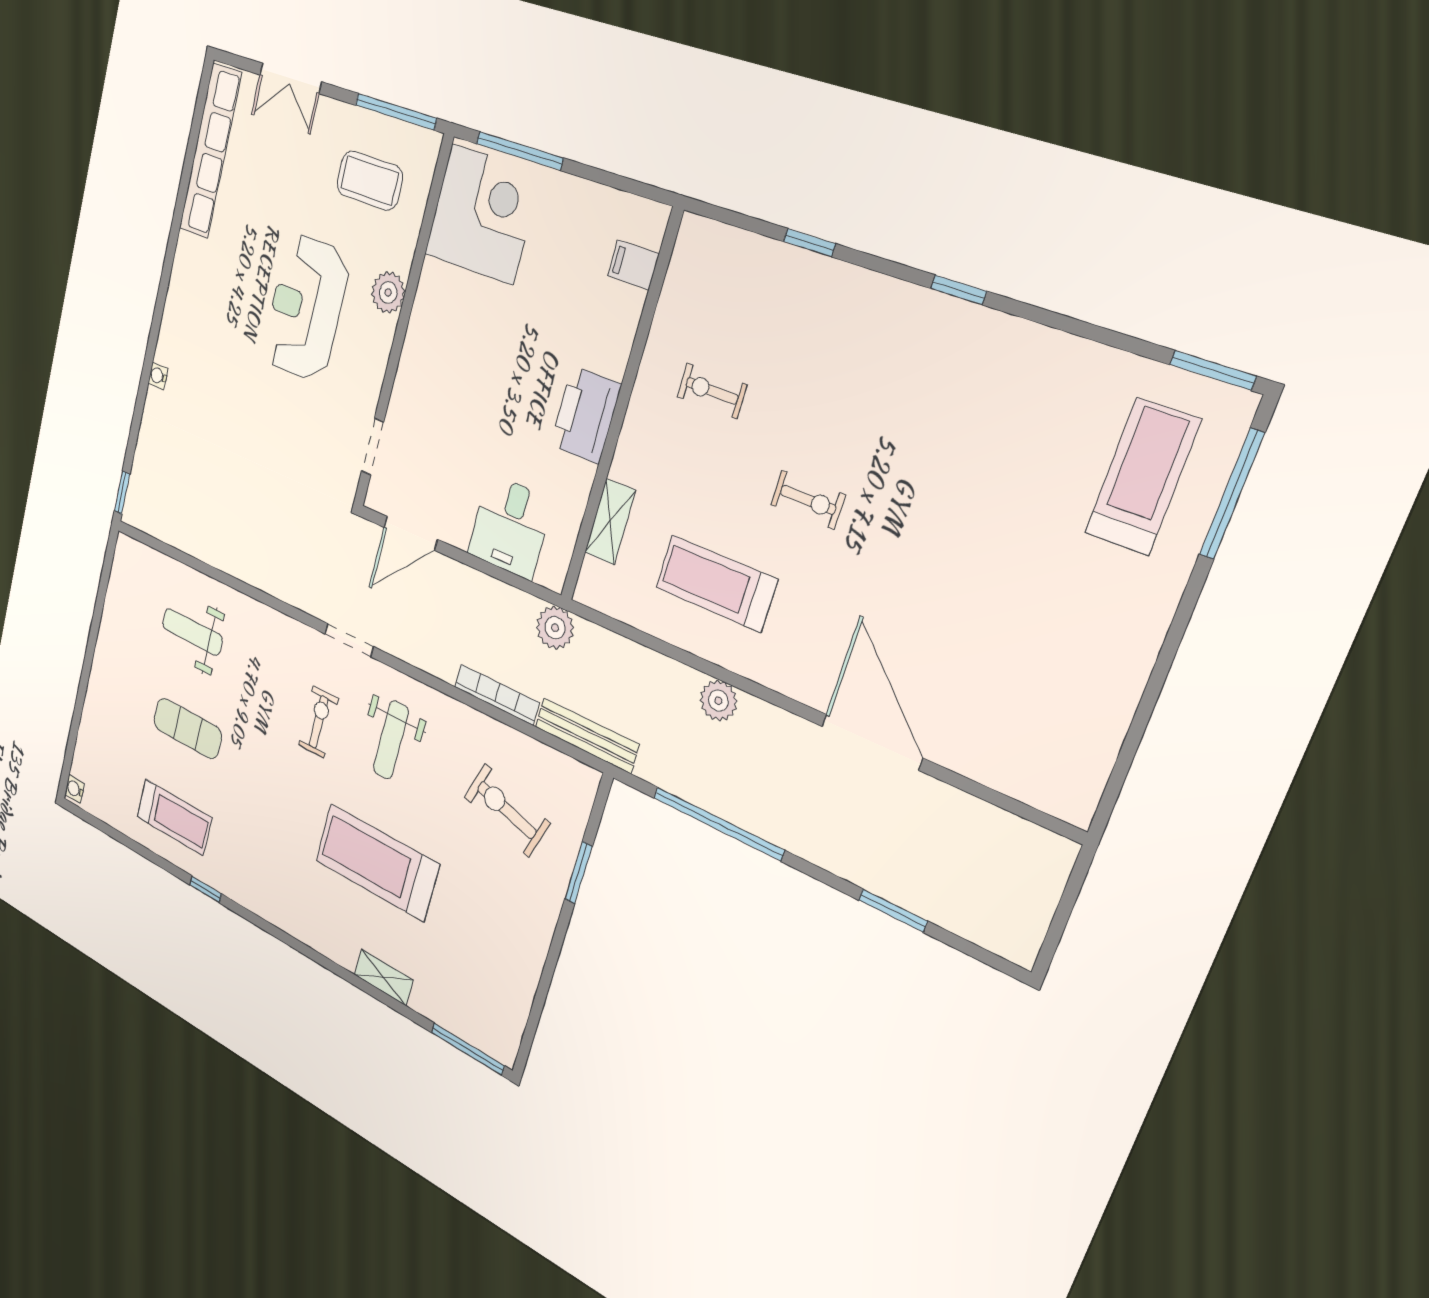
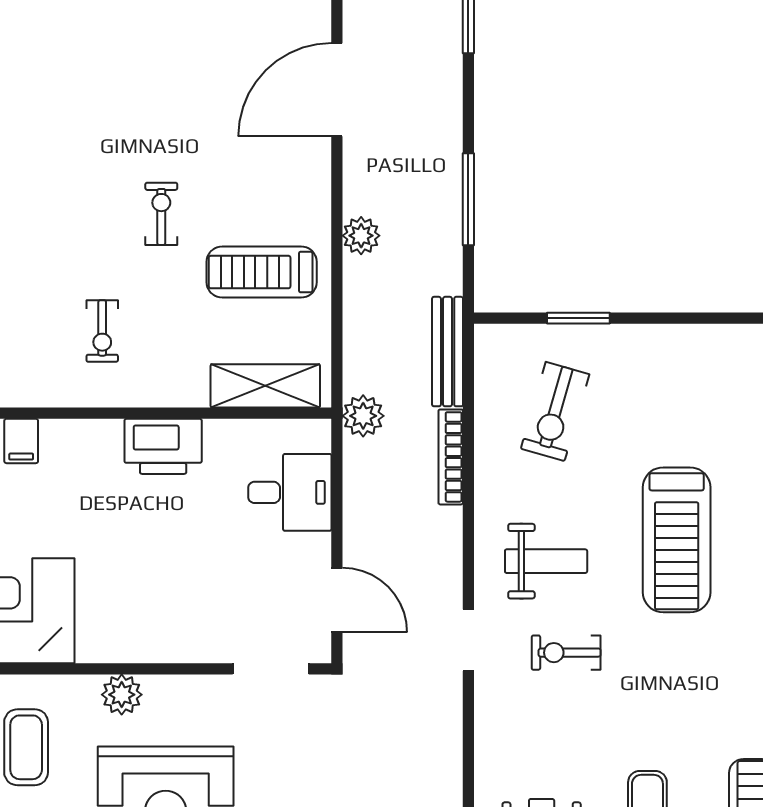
doorway: (373, 447) -> (271, 669), width x1.38
shelving: (610, 522) -> (265, 386), width x1.50, depth x1.33
treadmill: (716, 584) -> (262, 272), turned 90
window: (718, 824) -> (468, 199), width x0.68

